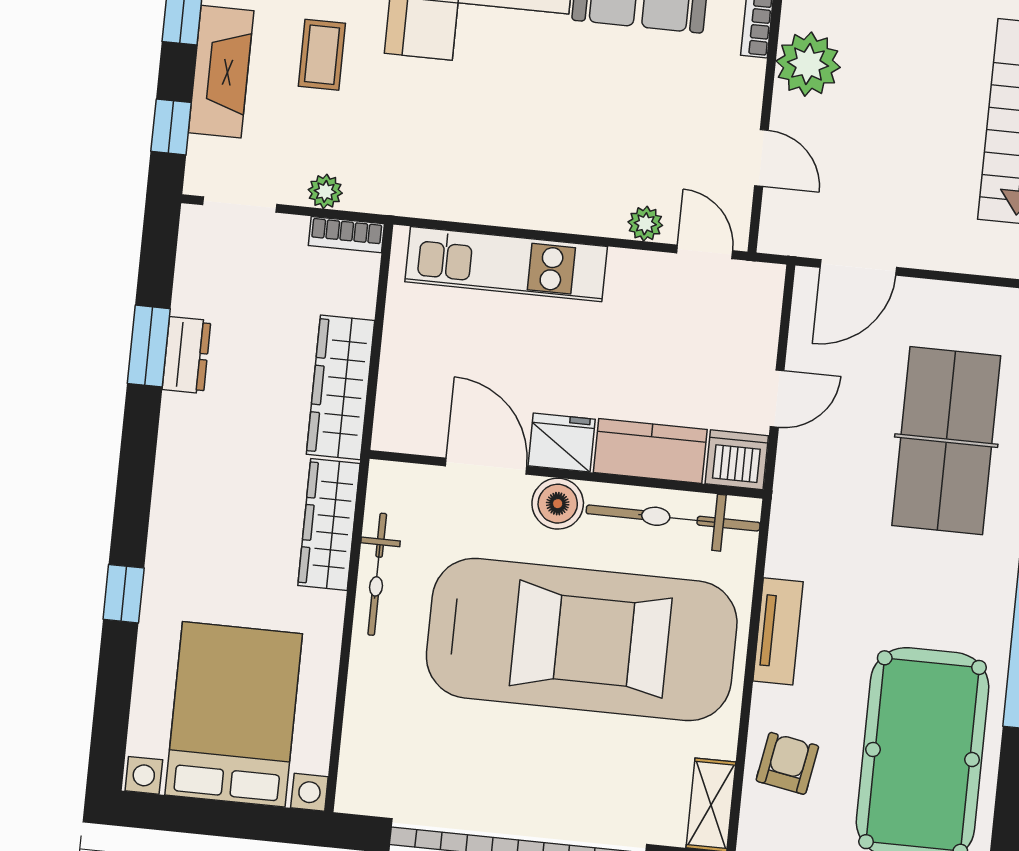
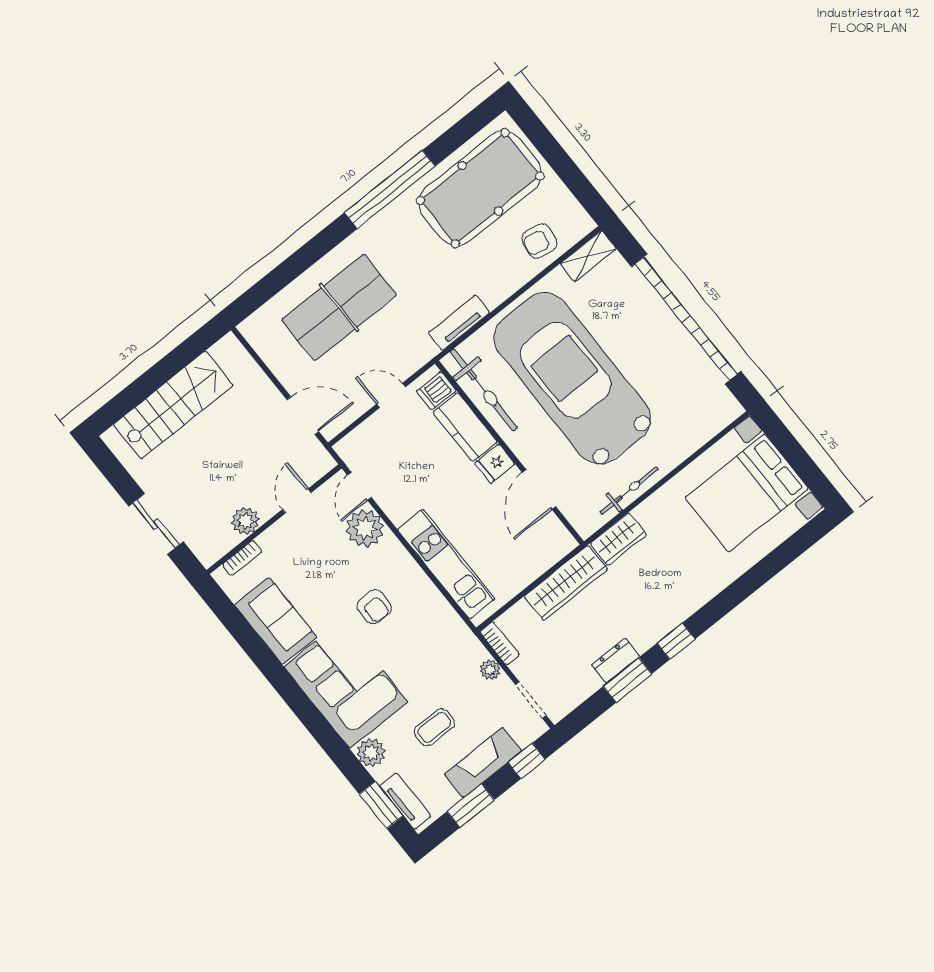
plant: (808, 64) -> (245, 521), width x0.73, depth x0.73
armchair: (540, 126) -> (374, 607), added
plant: (645, 224) -> (365, 528), width x1.88, depth x1.88
fridge: (562, 443) -> (495, 464), width x0.72
dishwasher: (737, 460) -> (436, 391), width x0.73
boiler: (558, 504) -> (525, 444), removed
wardrobe: (329, 524) -> (618, 539), width x0.67
window: (124, 594) -> (676, 641), moved
tv unit: (778, 631) -> (459, 323), moved

